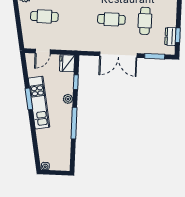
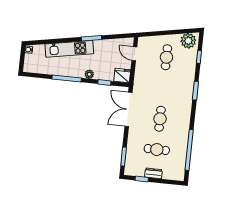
dresser: (170, 36) -> (153, 173), moved
double door: (118, 55) -> (129, 109), moved
kitchen unit: (39, 103) -> (69, 49), moved

